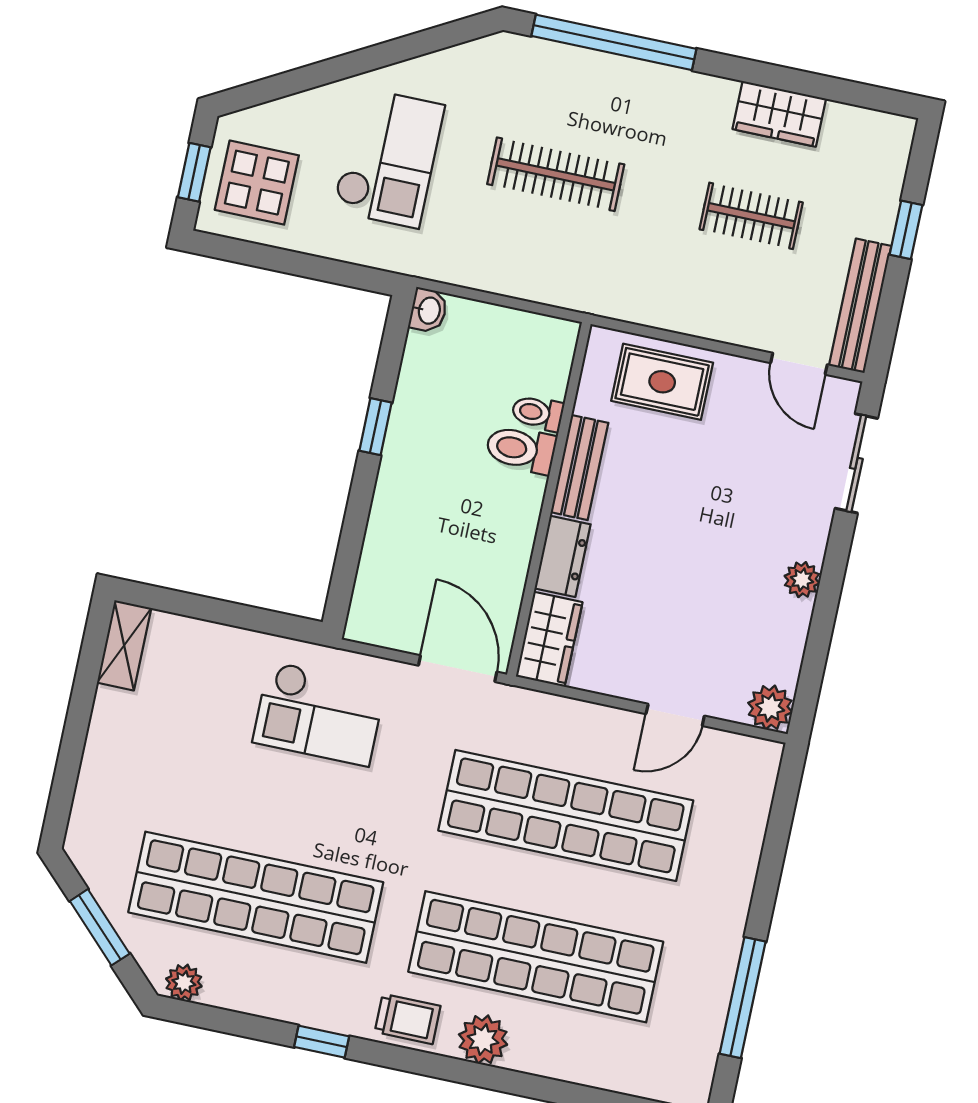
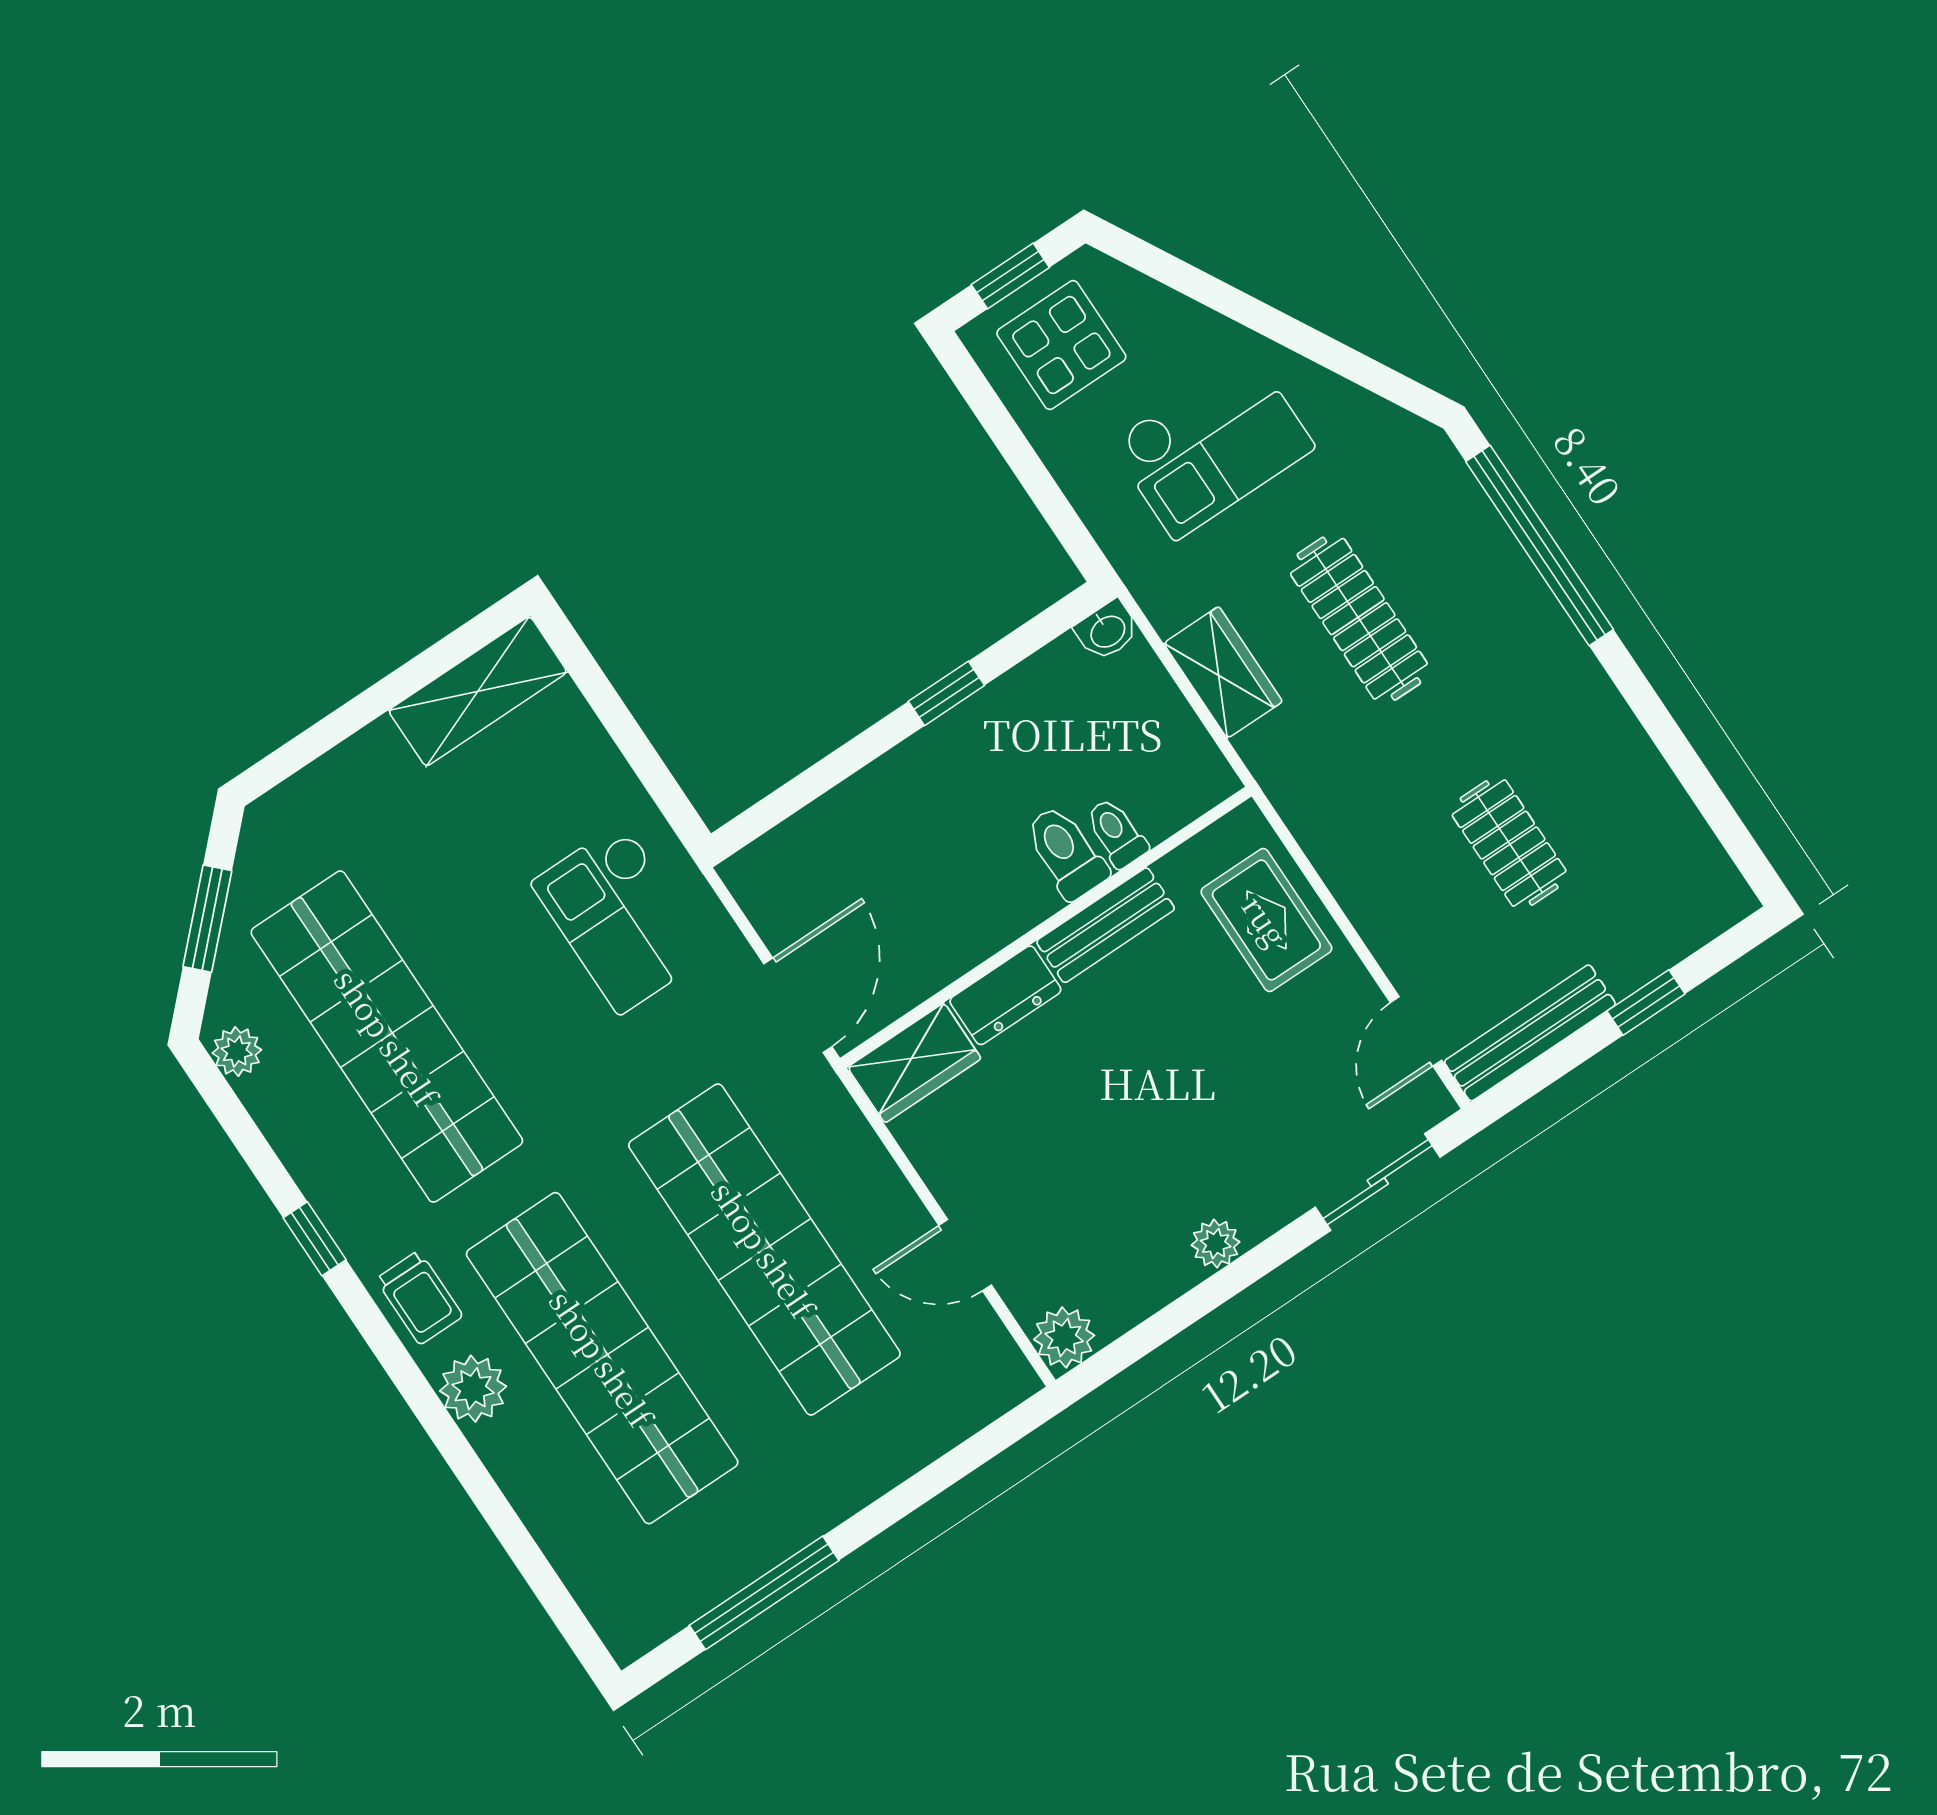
wardrobe: (779, 114) -> (1223, 672), moved, turned 180
shelving: (124, 645) -> (478, 691), width x1.50, depth x1.33

